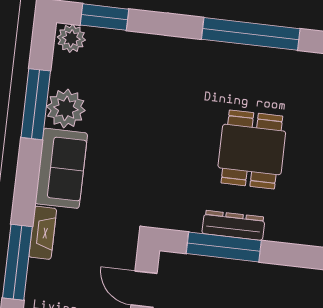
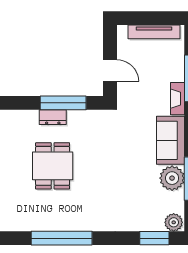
dresser: (233, 225) -> (53, 117), width x0.70

